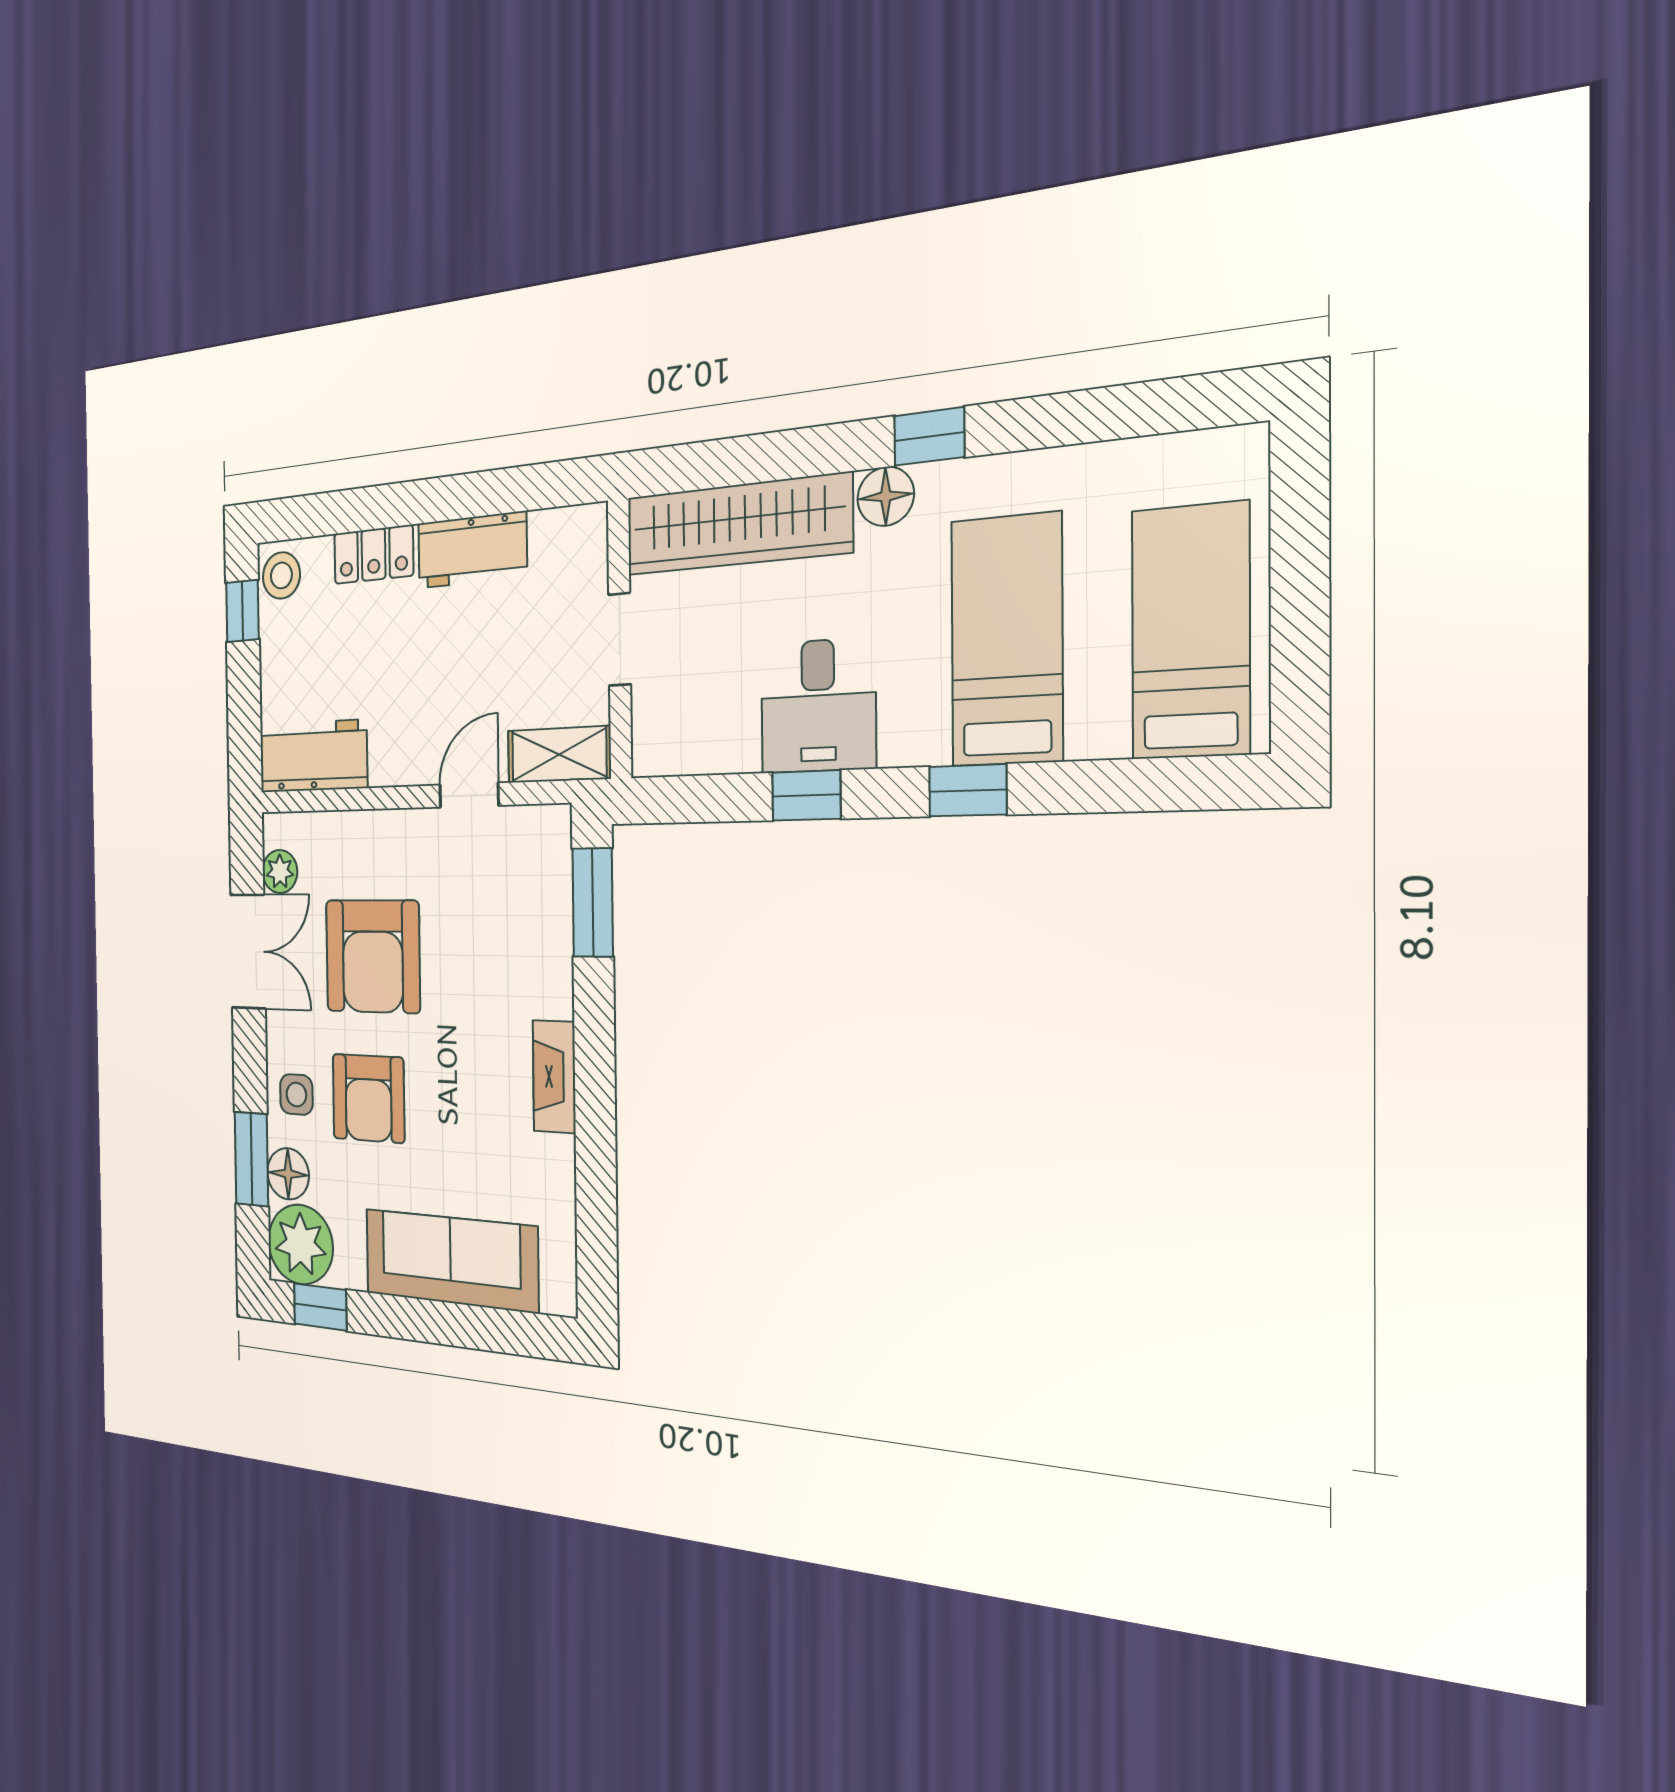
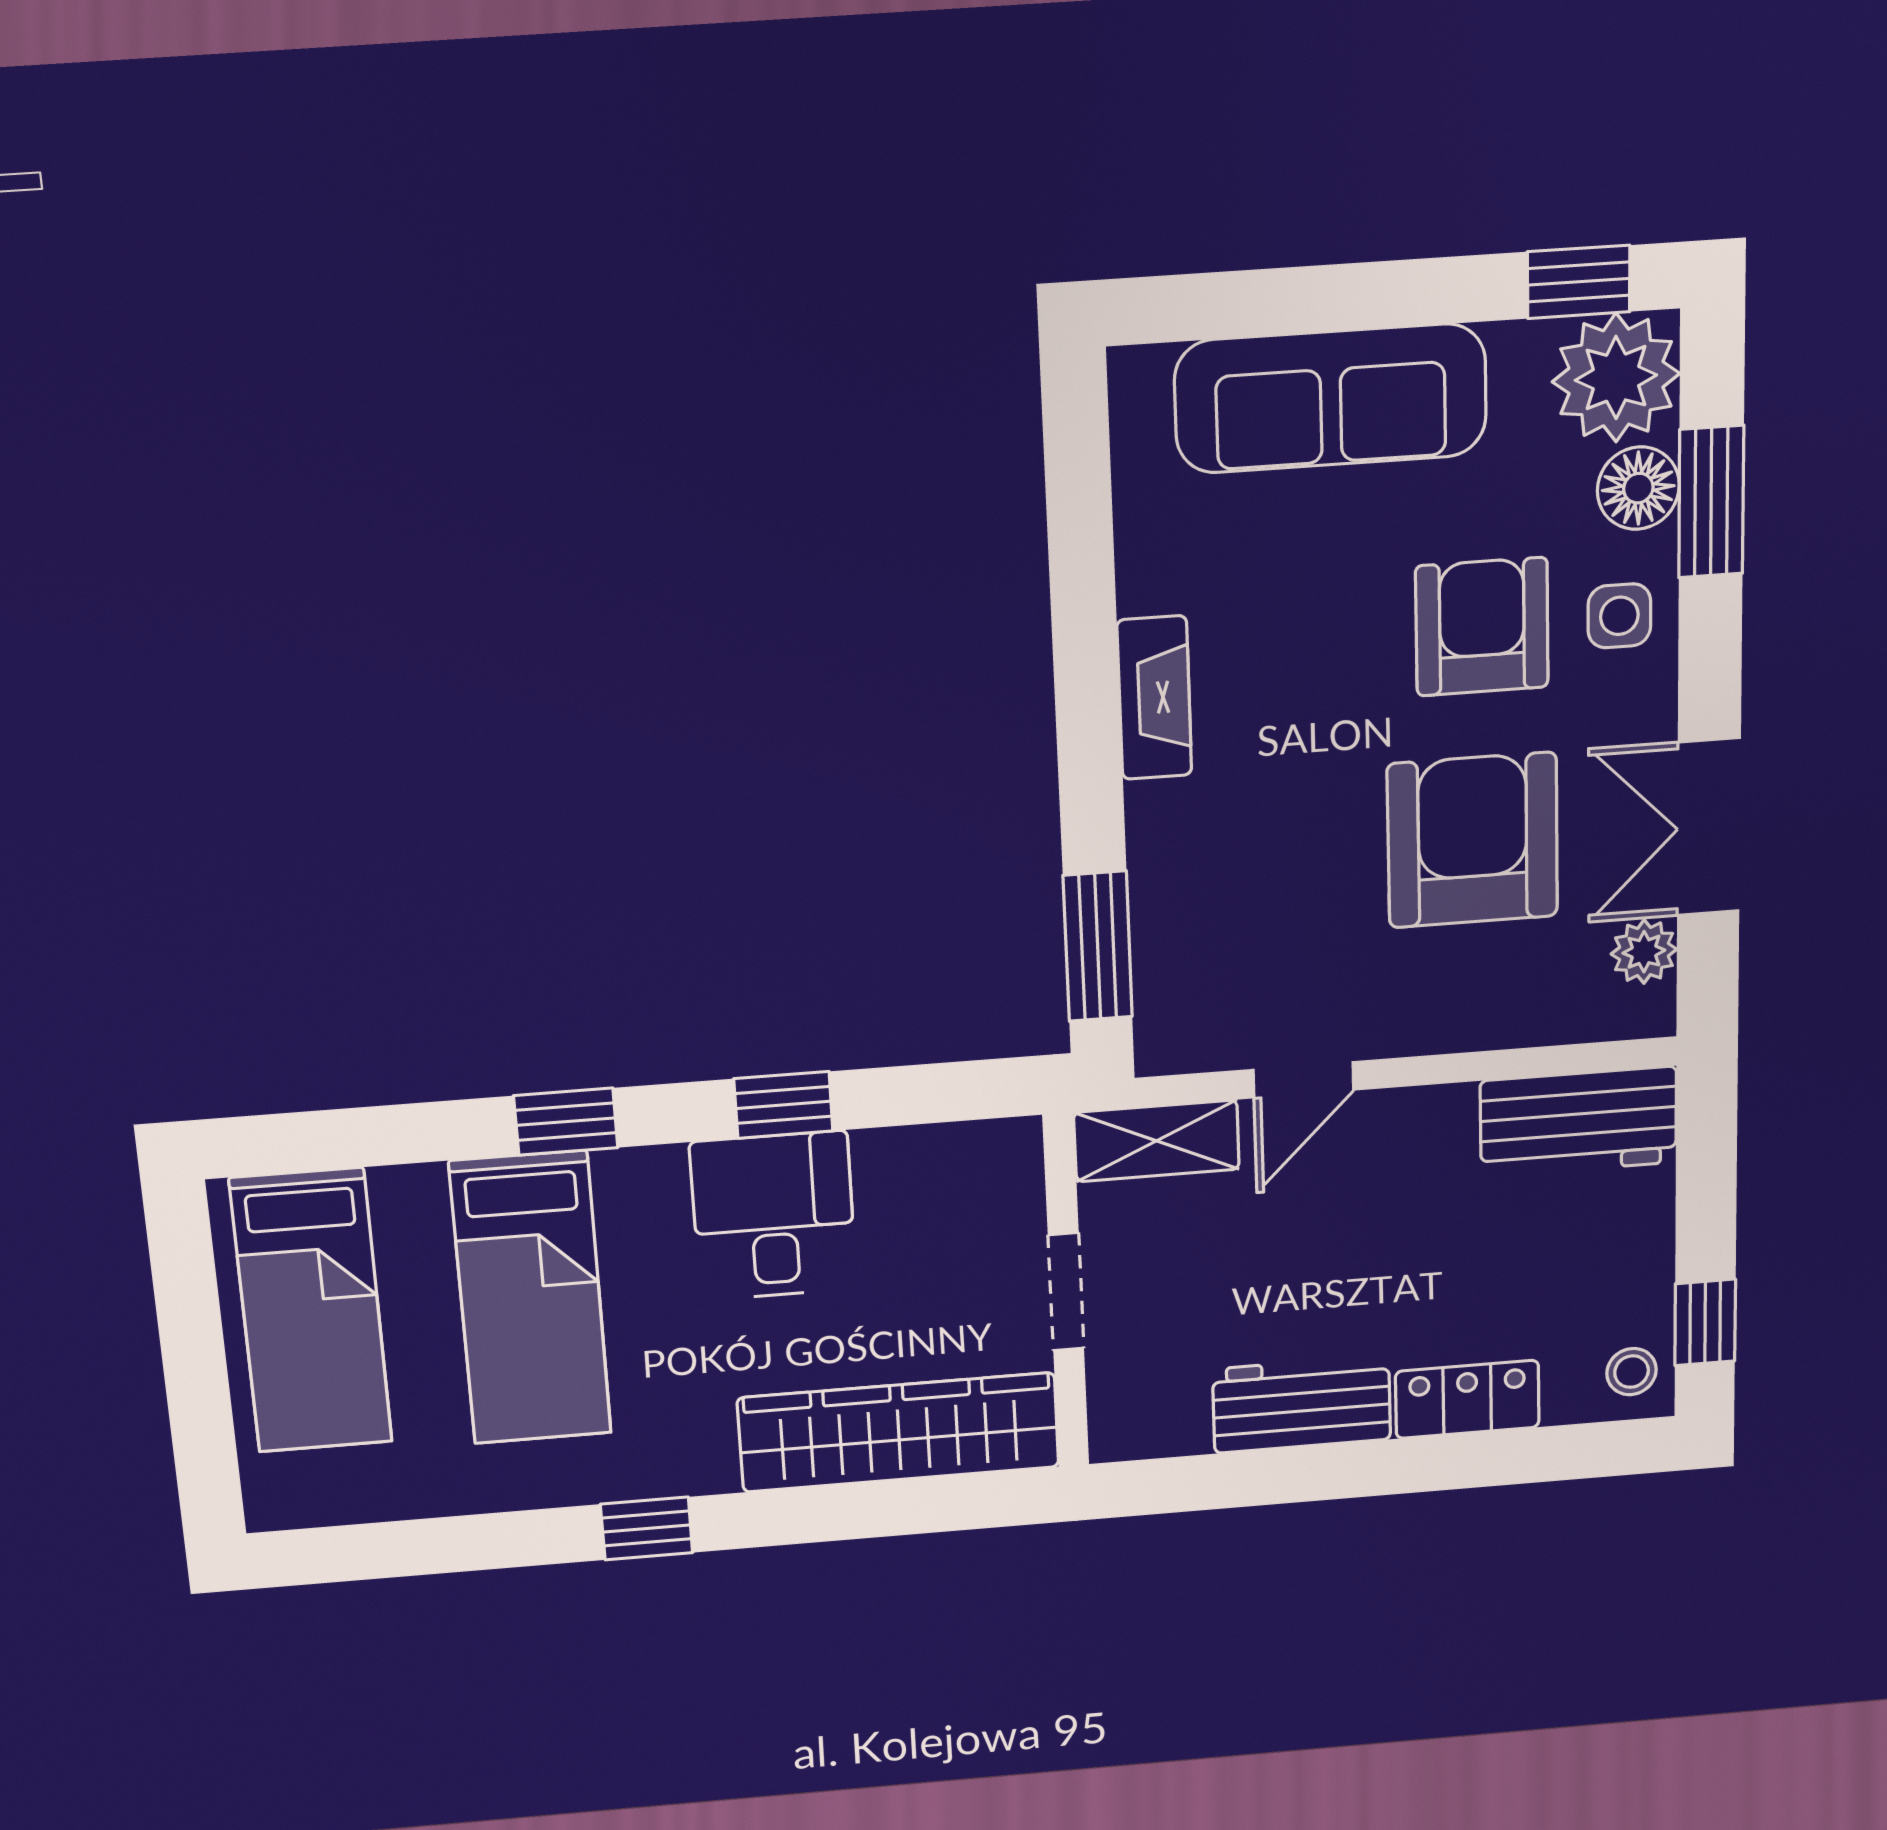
floor lamp: (886, 496) -> (698, 1462), removed
stool: (281, 575) -> (1632, 1372), width x0.73, depth x0.73

